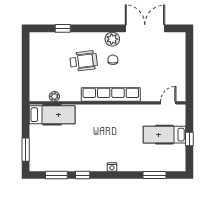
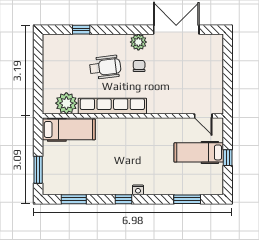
row of seats: (111, 94) -> (112, 106), moved
plant: (54, 96) -> (66, 103), width x1.87, depth x1.87
door: (168, 103) -> (203, 116), swing flipped
window: (83, 175) -> (123, 199), moved

